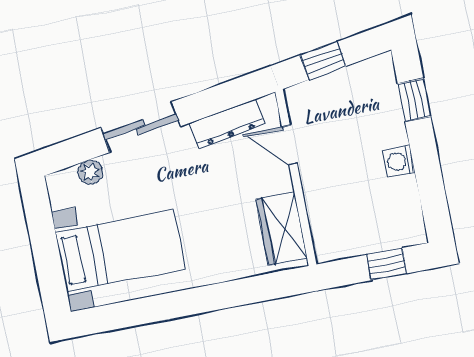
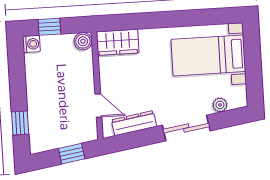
washing machine: (399, 161) -> (31, 44), moved
wardrobe: (282, 229) -> (118, 42), moved, turned 90
boiler: (329, 247) -> (83, 41), added

